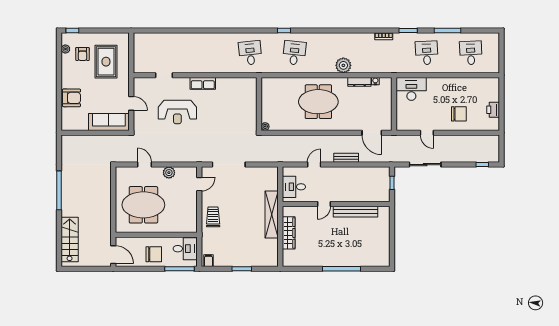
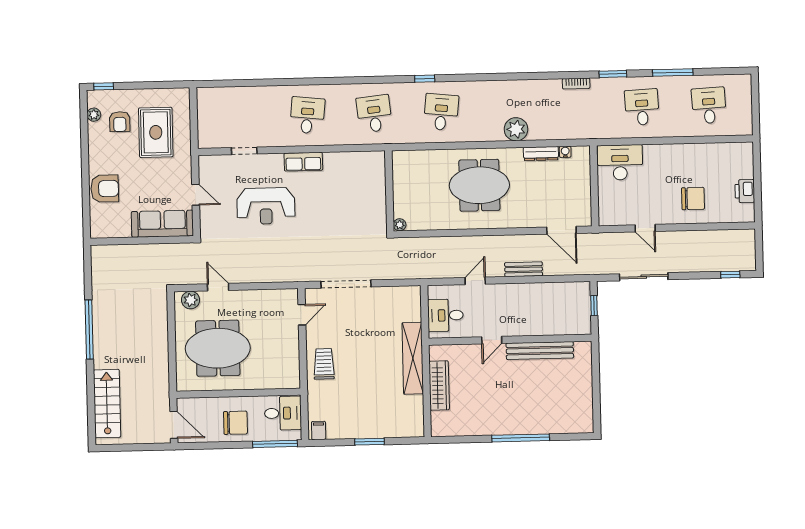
desk: (206, 53) -> (307, 115), added
plant: (169, 173) -> (191, 300), moved

